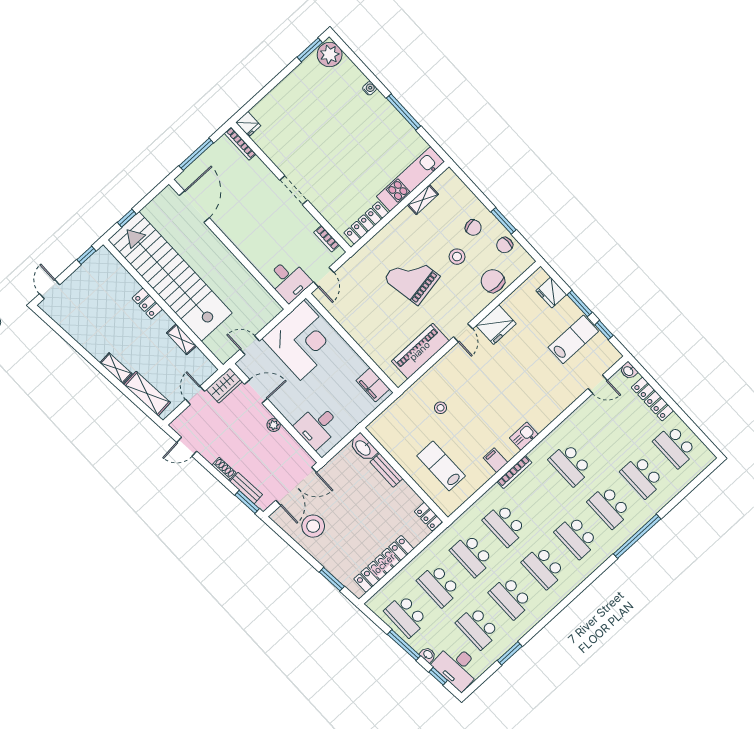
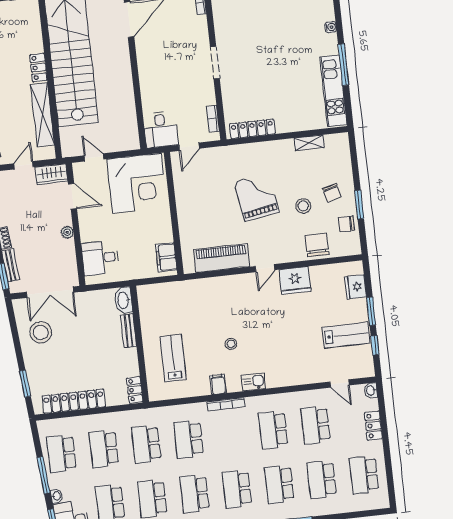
kitchen unit: (410, 179) -> (333, 91), moved, turned -90
shelving: (181, 339) -> (42, 115), width x2.20, depth x1.33
locker: (652, 399) -> (373, 426), width x0.66
stool: (441, 408) -> (231, 344), moved
school desk: (603, 434) -> (316, 425), added

